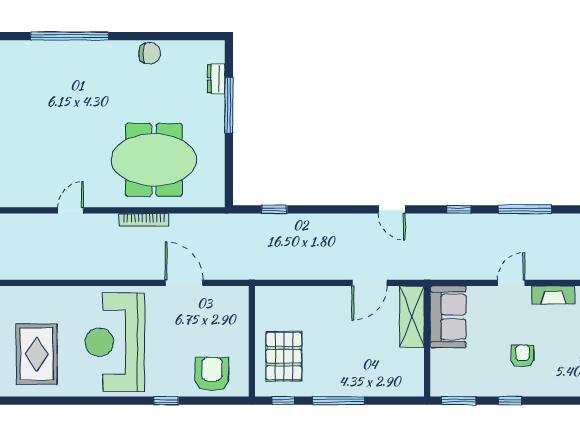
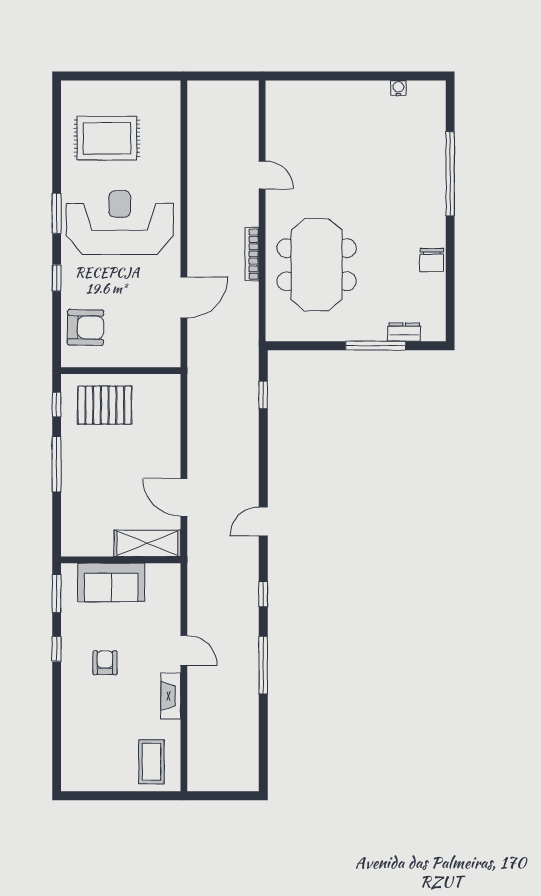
sofa: (448, 317) -> (111, 582), moved
armchair: (523, 356) -> (105, 663), turned -90
window: (106, 401) -> (57, 213), added

